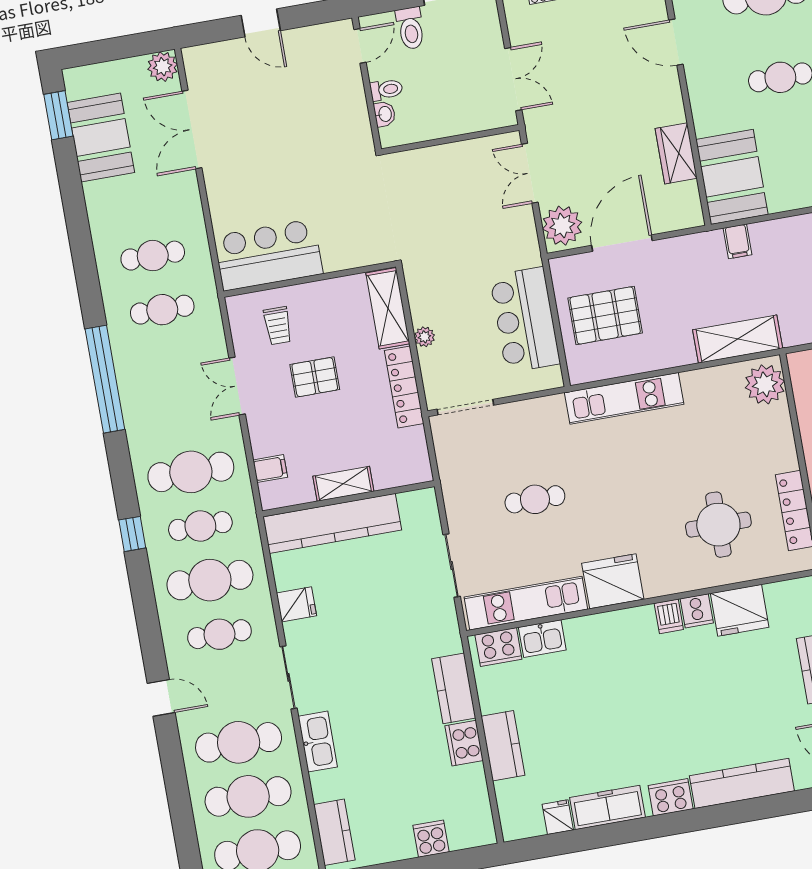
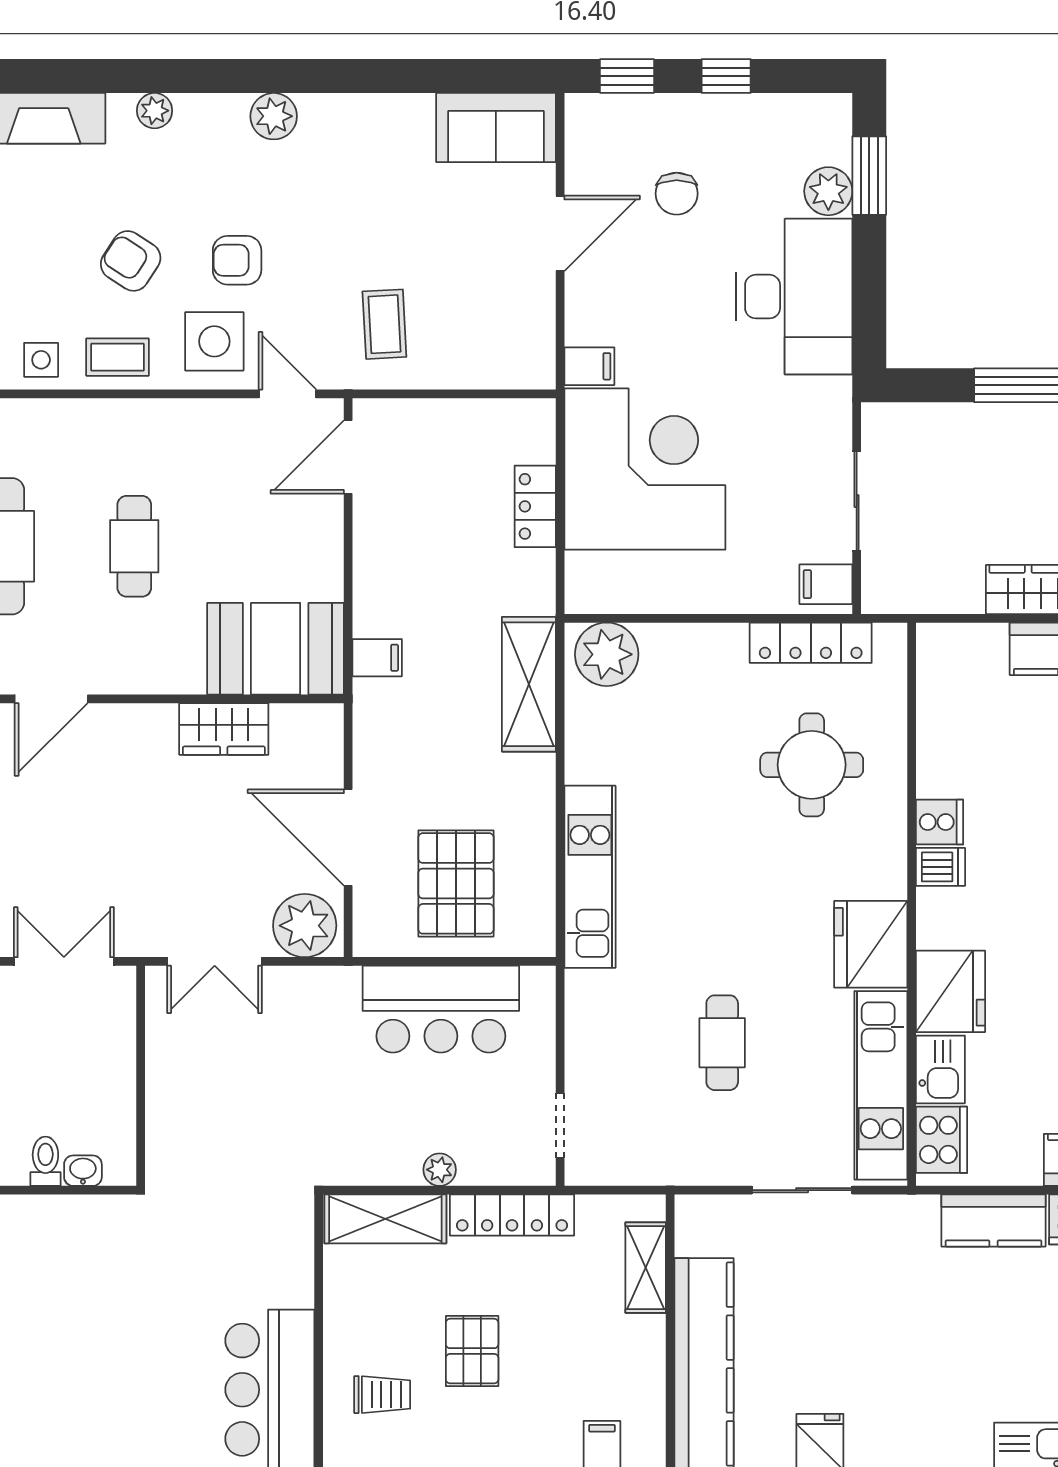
doorway: (465, 407) -> (560, 1126), width x0.73
shelving: (343, 484) -> (646, 1268), moved
fridge: (740, 610) -> (950, 991), moved

